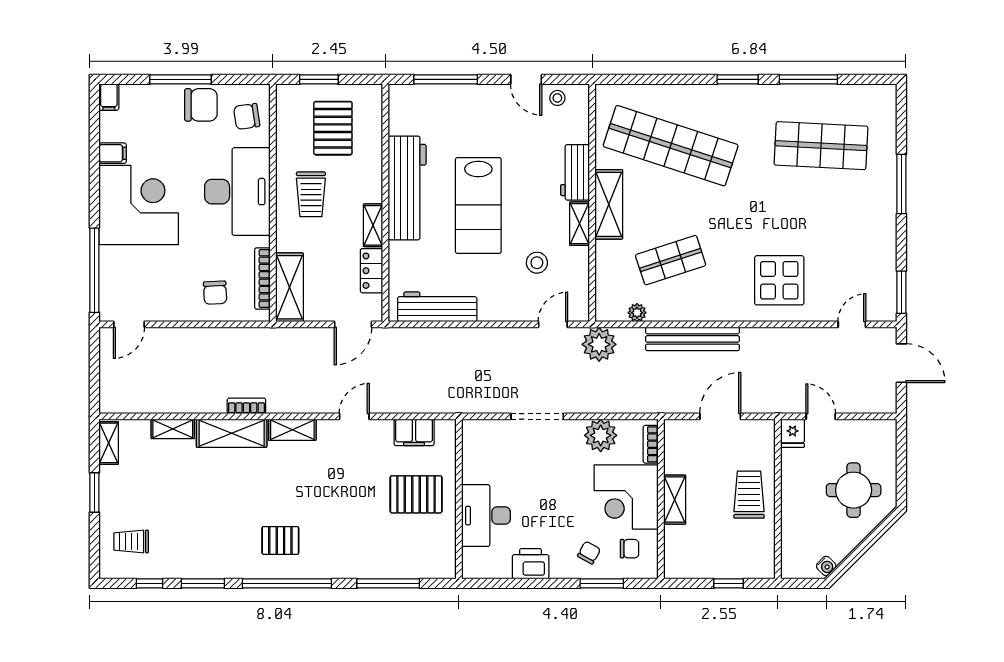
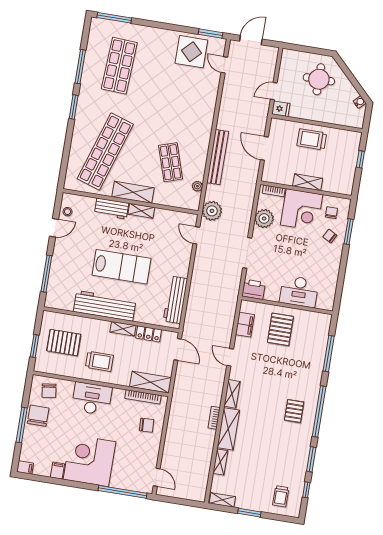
window: (901, 184) -> (114, 18), moved
desk: (237, 192) -> (92, 399), width x0.73, depth x0.77
stool: (537, 263) -> (160, 239), removed
display table: (779, 280) -> (191, 52), moved
printer: (531, 564) -> (254, 289), moved, turned 90

